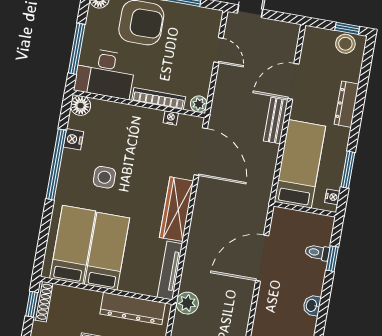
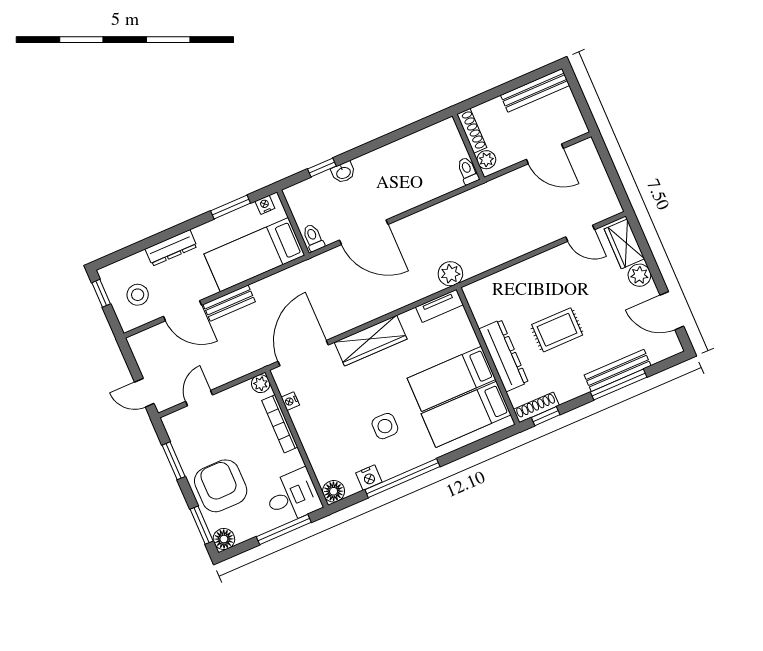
stool: (345, 44) -> (138, 295), moved
desk: (105, 73) -> (293, 496), width x0.73
toilet: (317, 252) -> (313, 238), moved, turned 180
tv unit: (170, 271) -> (439, 306), width x0.71
washbasin: (312, 305) -> (343, 172), moved
dresser: (133, 308) -> (504, 356), moved

